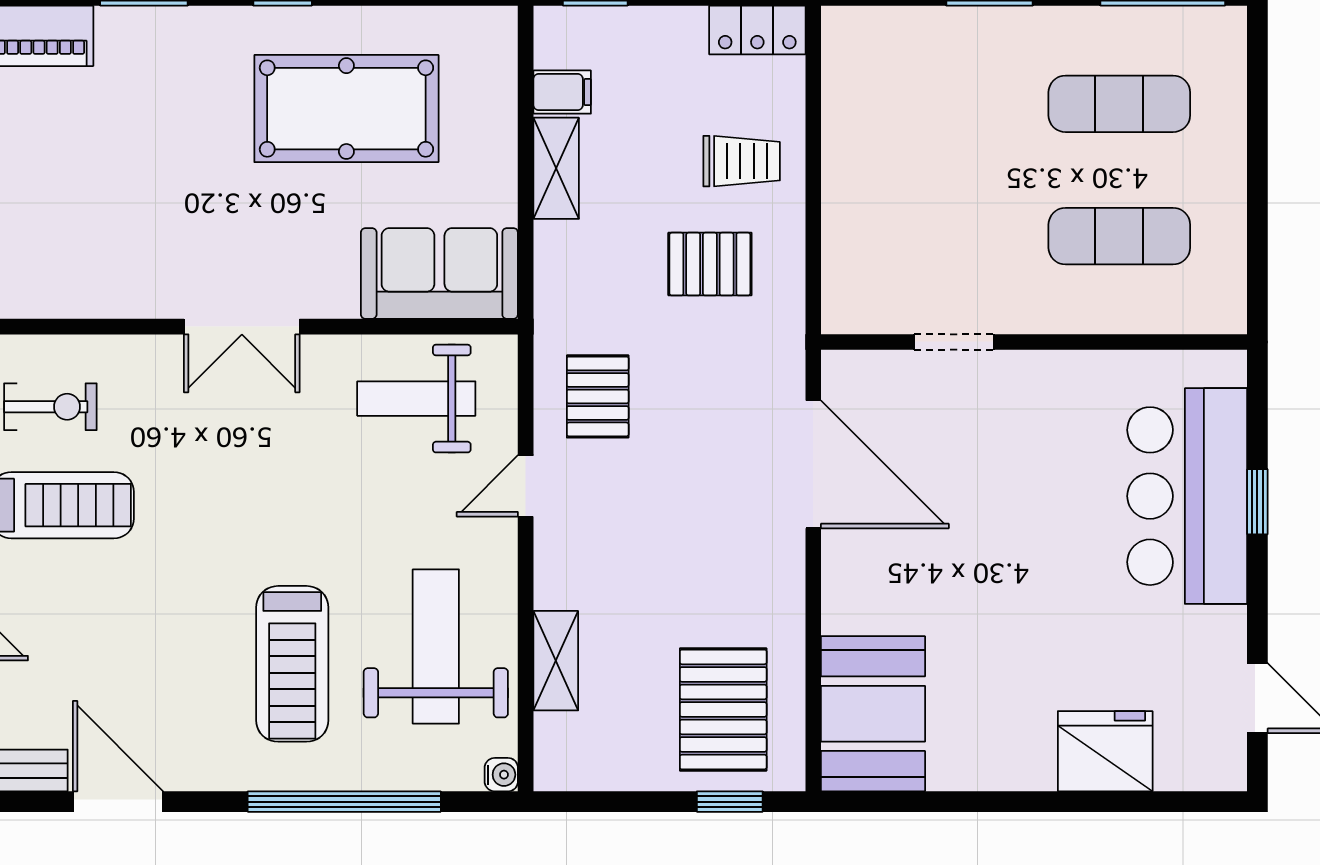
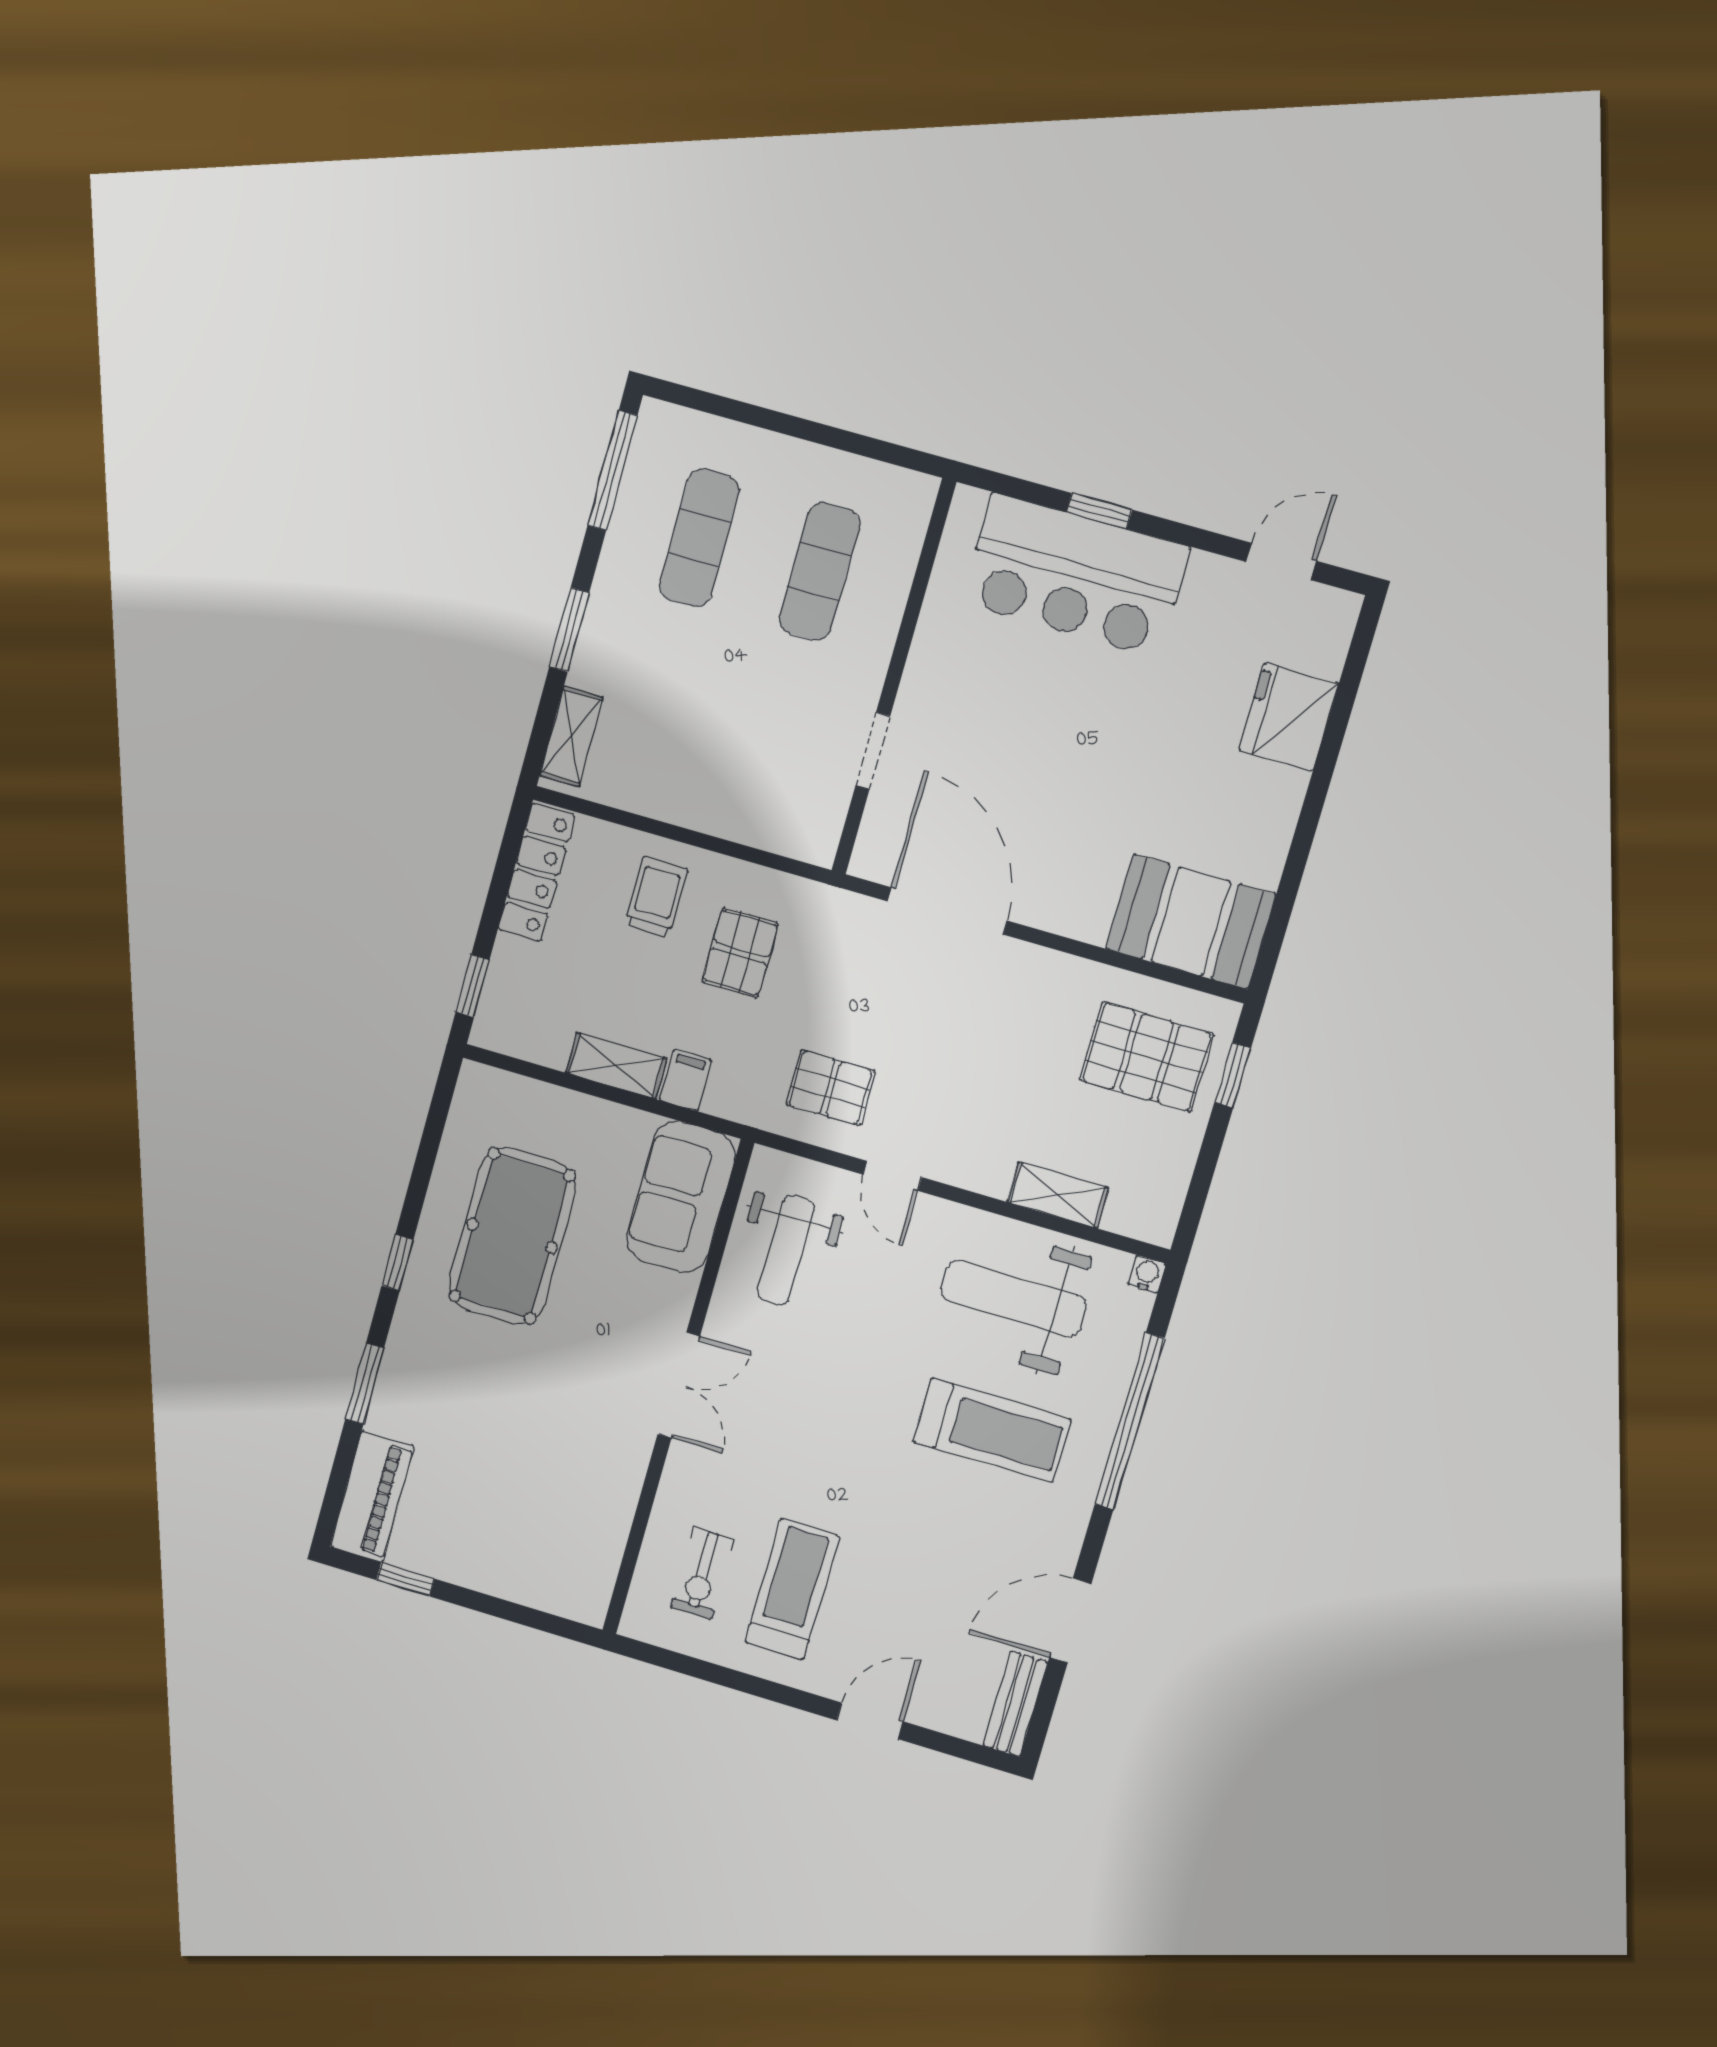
shelving: (882, 28) -> (571, 736), added
locker: (757, 30) -> (537, 872), width x1.53
filing cabinet: (562, 92) -> (686, 1080), moved
exercise bike: (50, 407) -> (702, 1574), turned 180
door: (813, 464) -> (947, 911), hinge flipped

